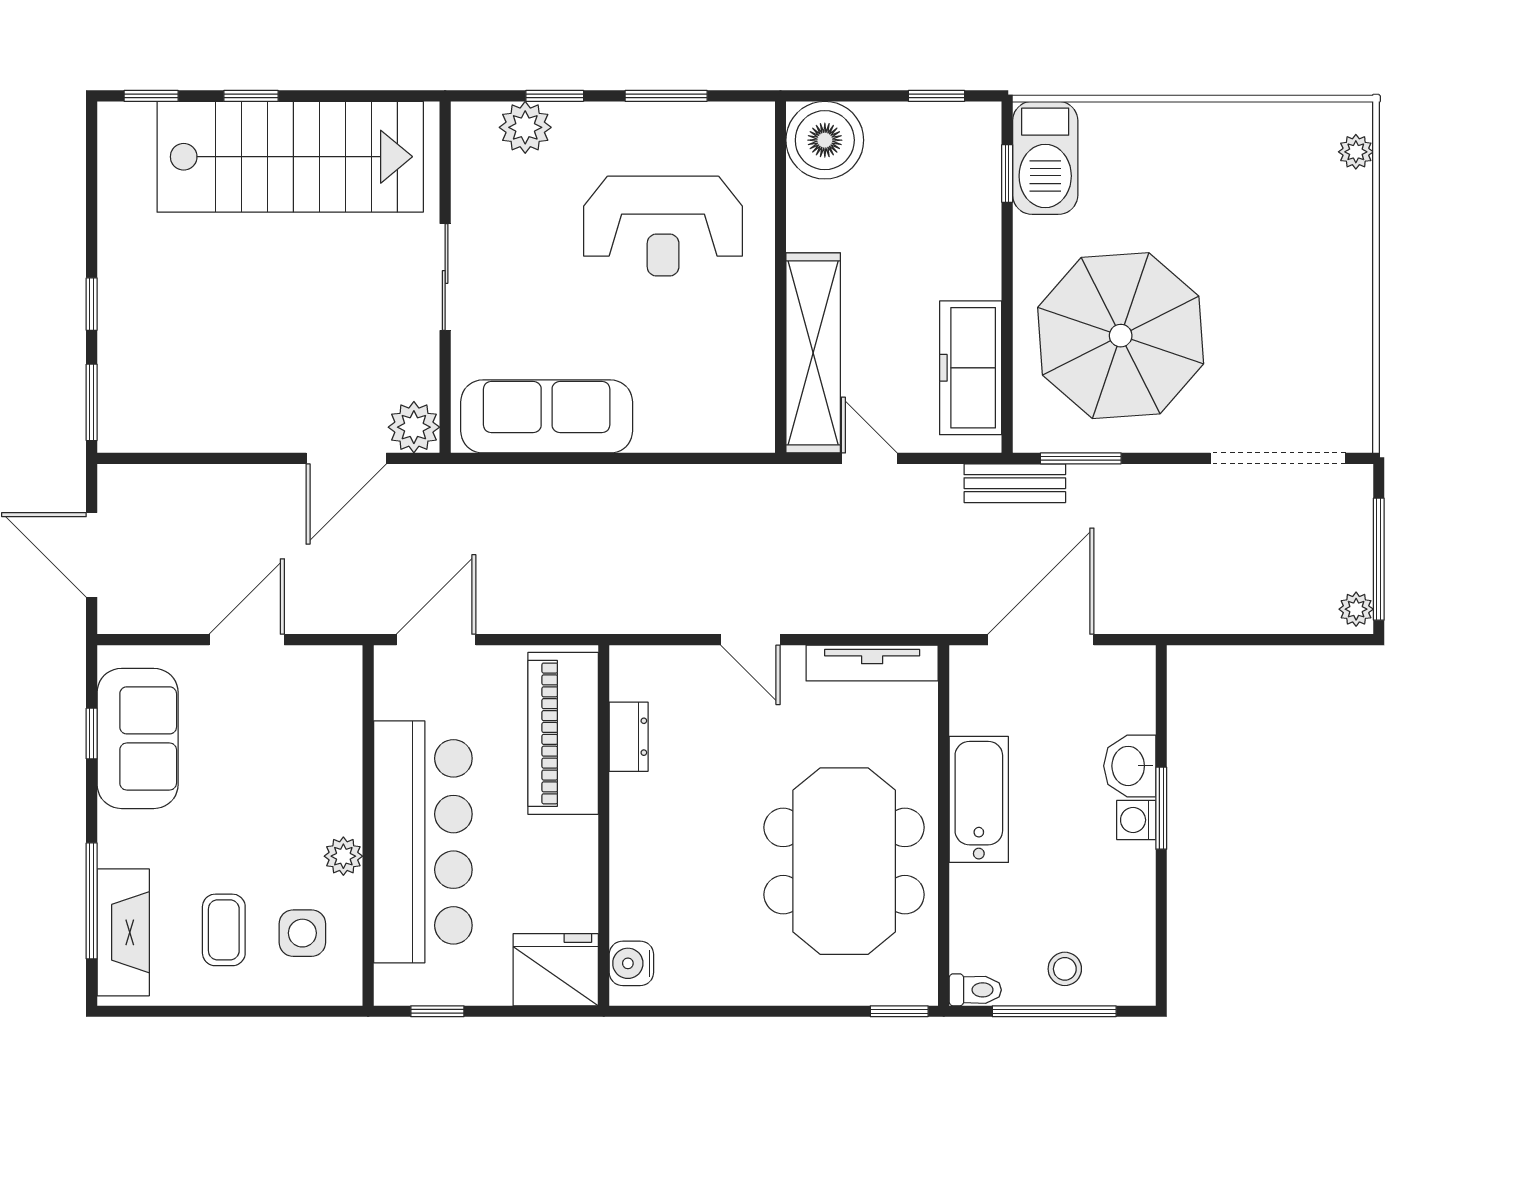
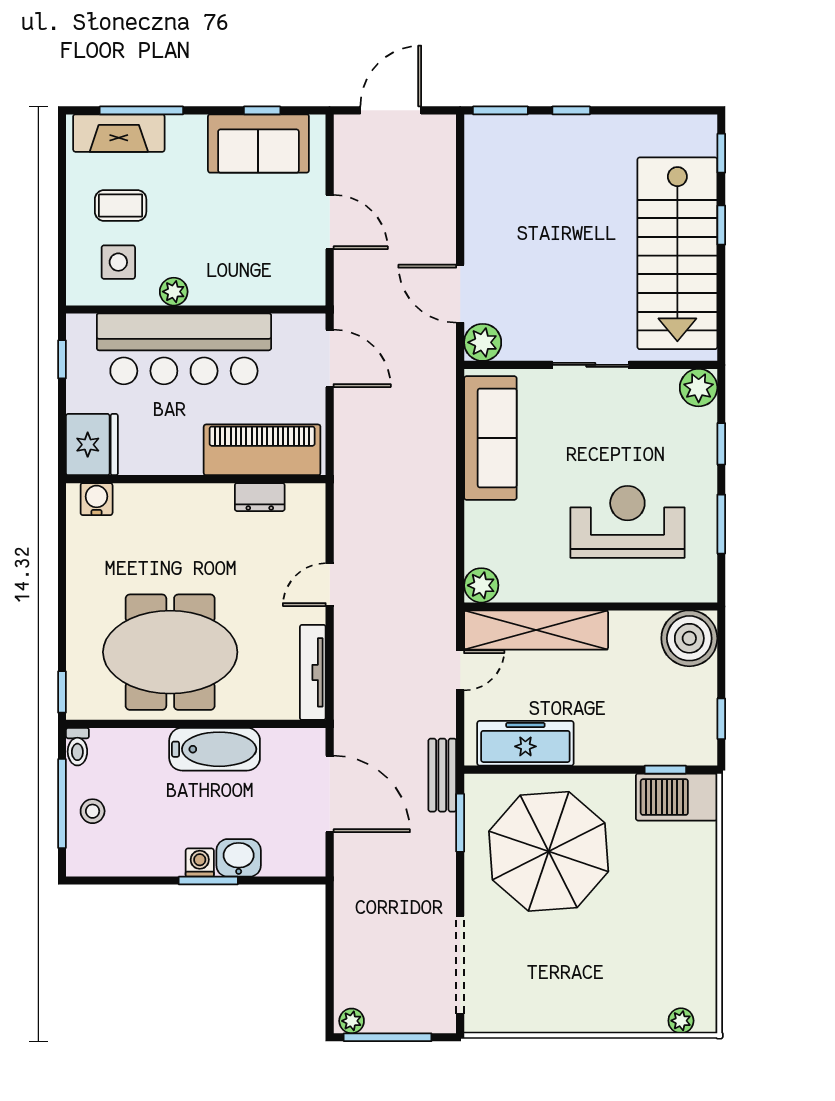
plant: (525, 127) -> (699, 388), moved
reception desk: (663, 226) -> (627, 522), turned 90
plant: (751, 429) -> (481, 585), added

